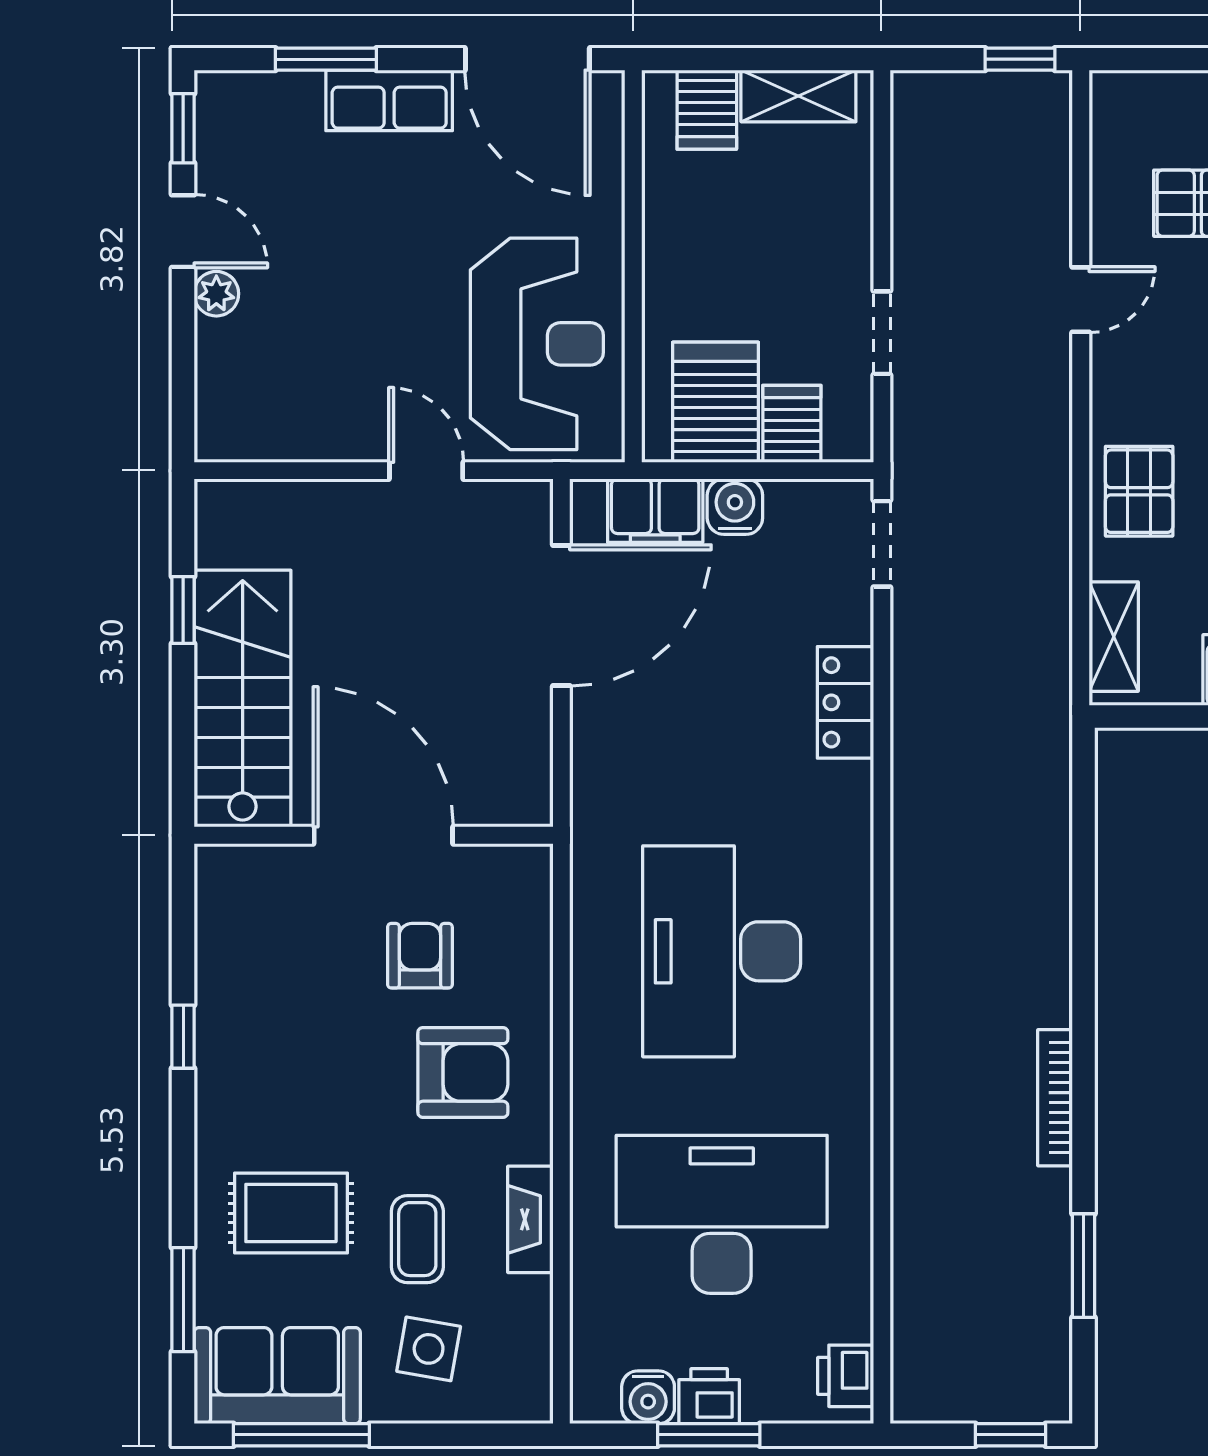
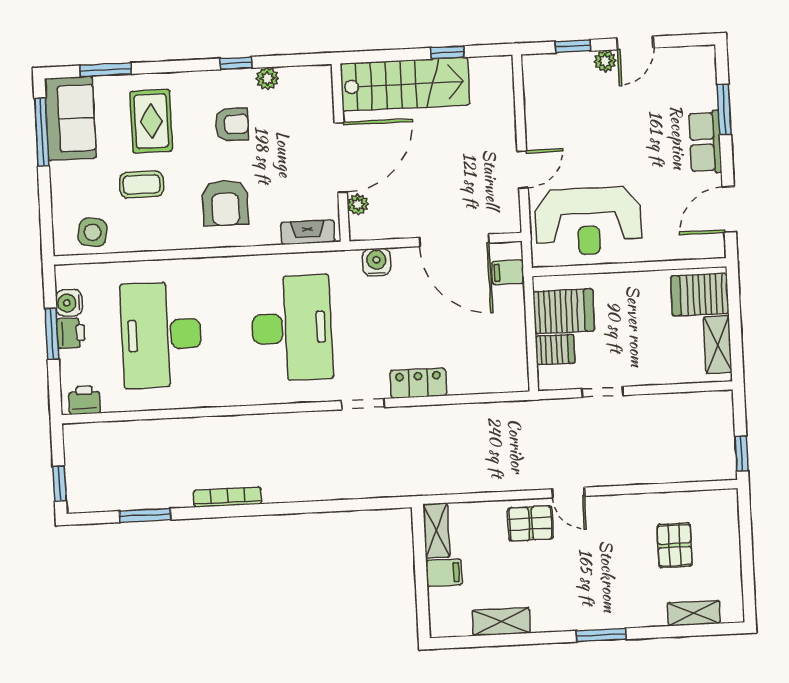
door: (527, 59) -> (729, 209), width x0.73
server rack: (707, 110) -> (700, 295), width x1.36, depth x1.44
window: (183, 128) -> (573, 46), moved
door: (1081, 300) -> (568, 493), moved
water cooler: (735, 507) -> (377, 262), moved, turned -90
filing cabinet: (655, 511) -> (508, 272), width x0.50
doorway: (882, 544) -> (363, 404), moved
shelving: (1114, 637) -> (436, 531), moved, turned 90
plant: (480, 806) -> (358, 204), added
desk: (722, 951) -> (292, 328), turned 90
armchair: (420, 956) -> (232, 124), moved
plant: (217, 975) -> (267, 78), added
desk: (722, 1214) -> (161, 335), turned 180
fireplace: (530, 1219) -> (308, 232), moved
side table: (429, 1349) -> (93, 232), moved

